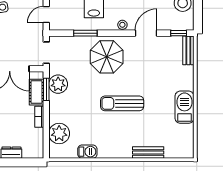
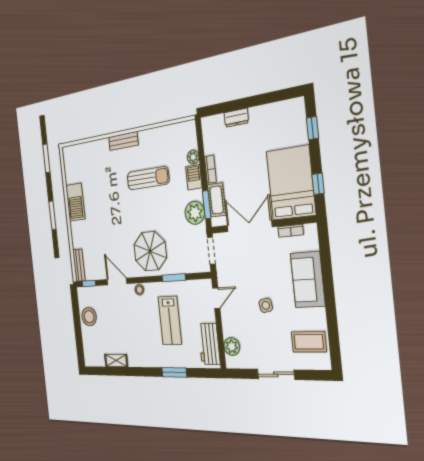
door: (146, 33) -> (117, 282), swing flipped
sun lounger: (122, 103) -> (148, 178), moved
plant: (59, 133) -> (193, 157), width x0.53, depth x0.53
barbecue: (87, 152) -> (194, 177), moved, turned 90
bench: (148, 152) -> (123, 141), moved

